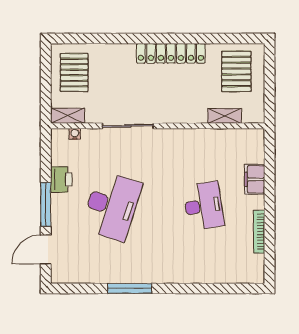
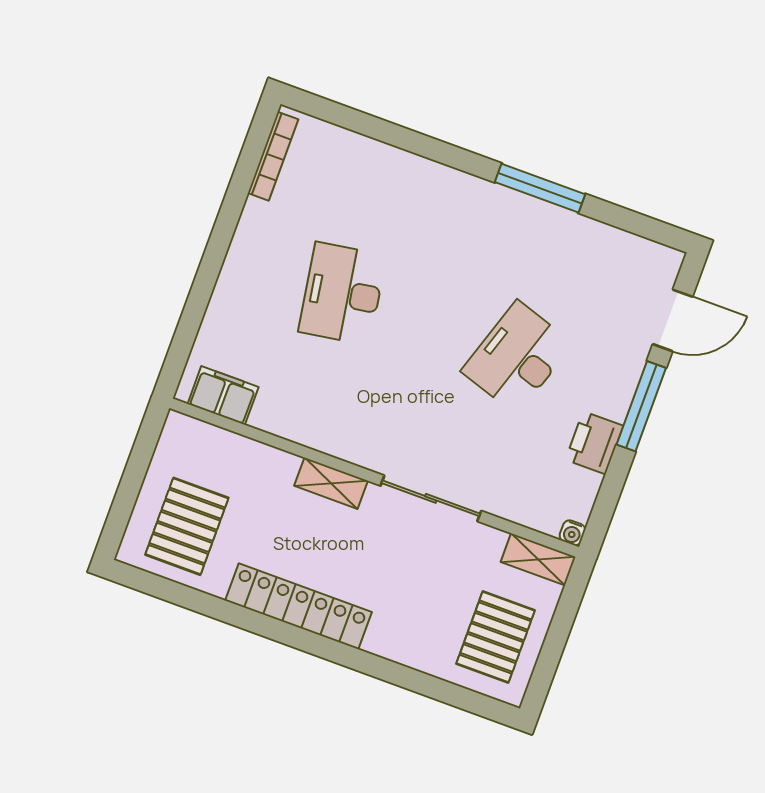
shelving: (225, 116) -> (331, 483), moved
water cooler: (75, 134) -> (572, 533), moved
filing cabinet: (255, 179) -> (223, 395), moved, turned -90
desk: (112, 206) -> (517, 357), width x0.73, depth x0.77
bookcase: (259, 232) -> (273, 156), moved

